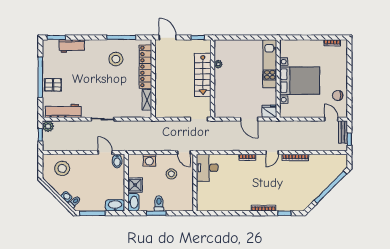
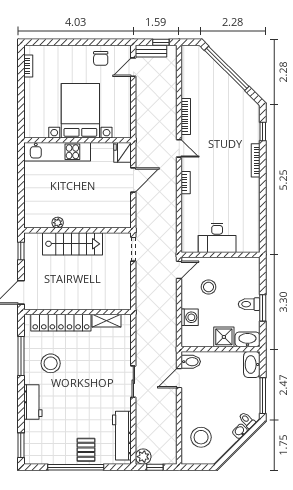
workbench: (72, 46) -> (33, 402), moved
desk: (207, 168) -> (217, 238), moved

